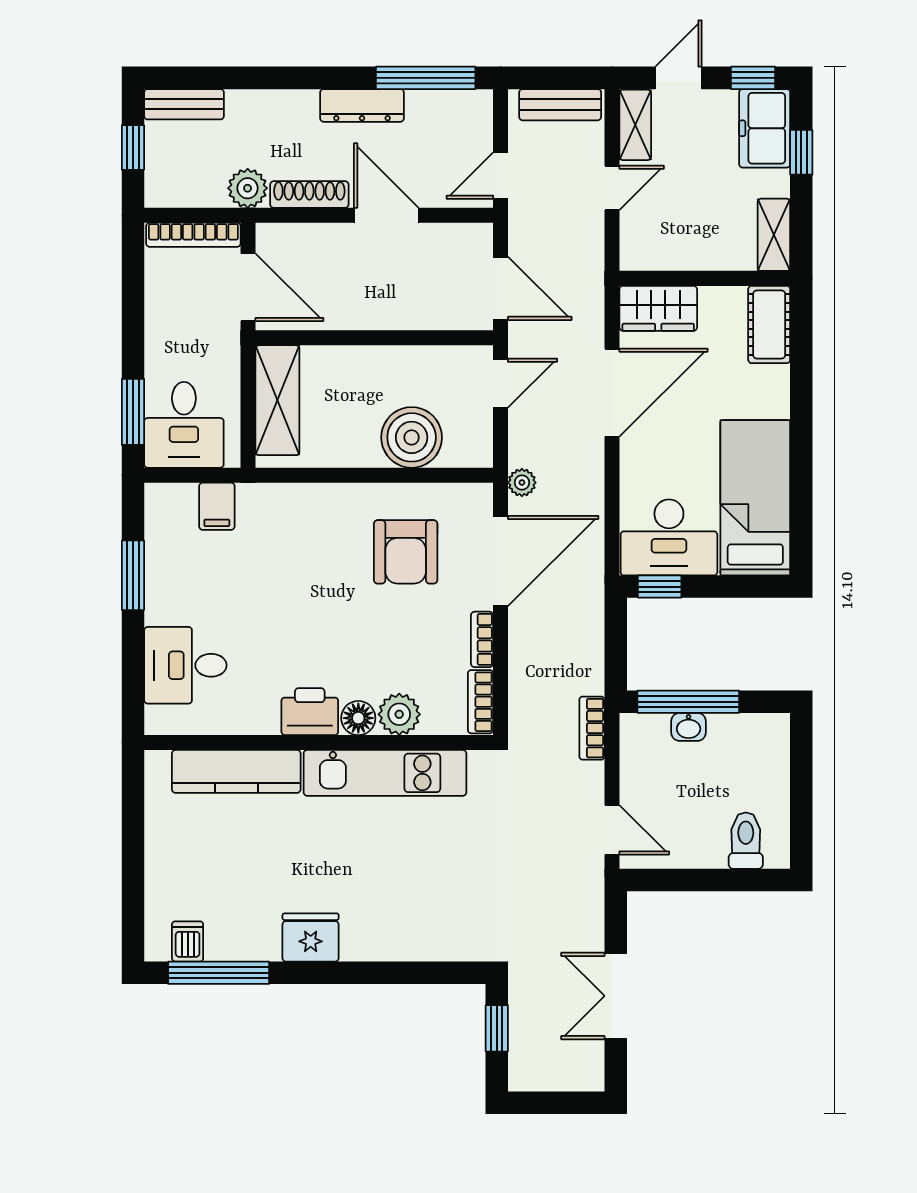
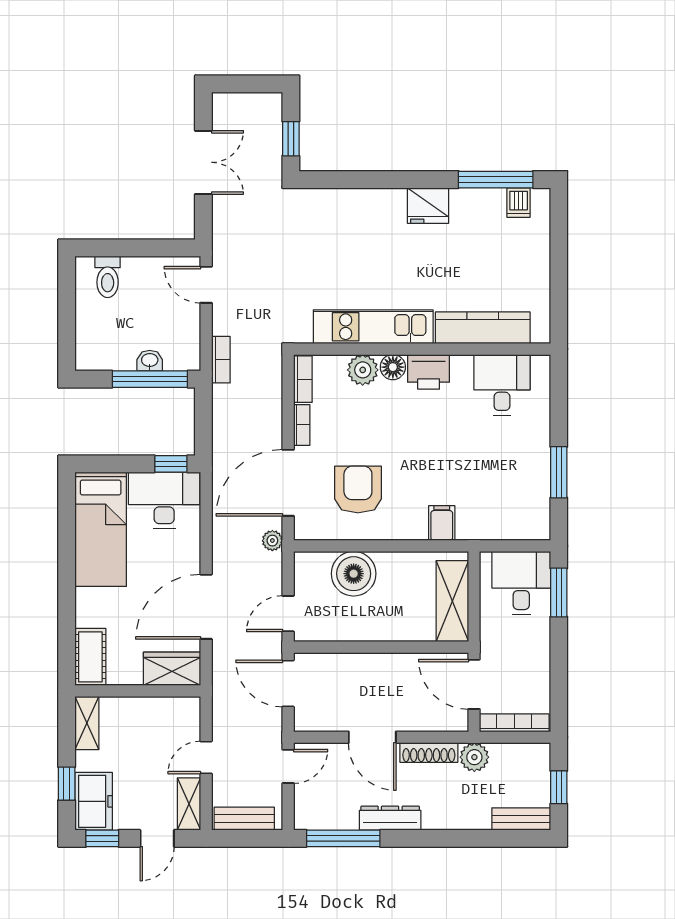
filing cabinet: (217, 506) -> (442, 523), moved
desk: (185, 665) -> (502, 385), moved, turned -90

